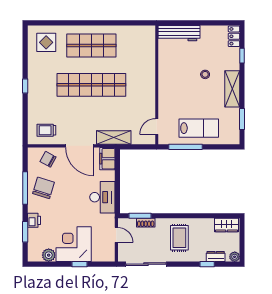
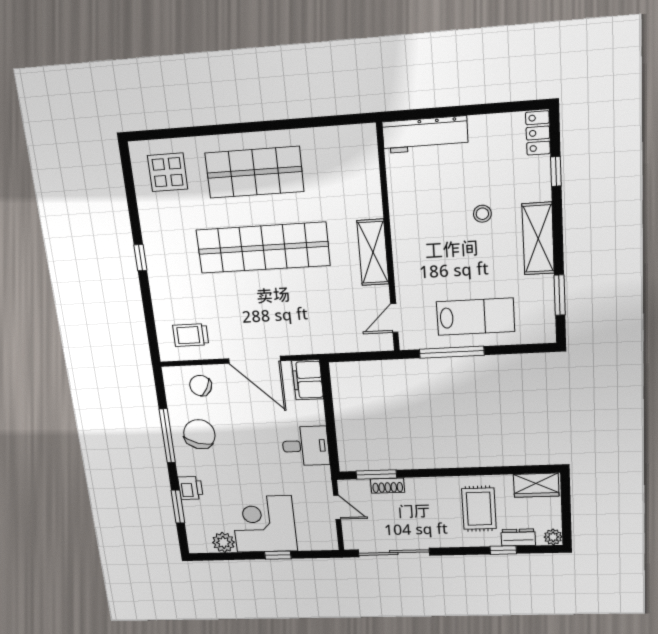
shelving: (114, 138) -> (373, 252), moved, turned 90
desk: (102, 197) -> (306, 446), width x0.73
rug: (179, 238) -> (479, 509), moved

